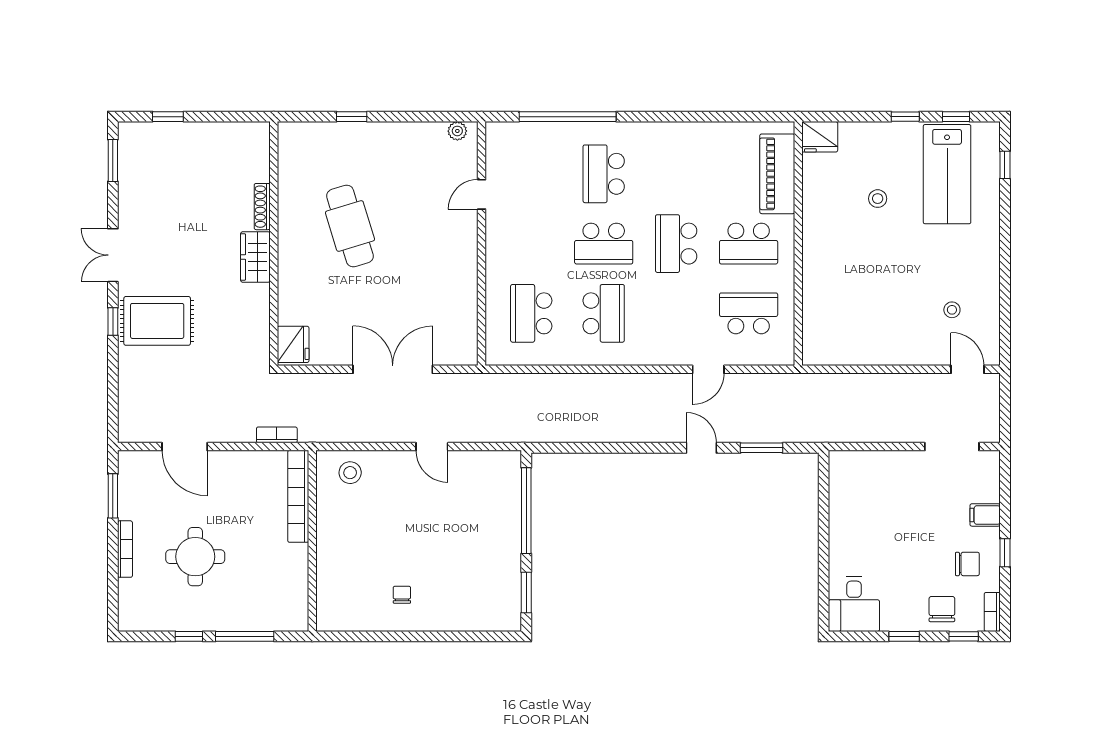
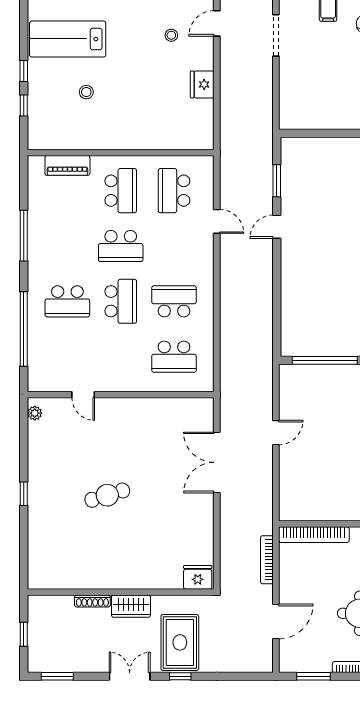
window: (690, 117) -> (24, 236), added
window: (956, 117) -> (24, 105), moved
fridge: (820, 137) -> (202, 84), moved, turned 180
piano: (777, 174) -> (67, 165), width x0.73, depth x0.75
lab bench: (947, 174) -> (68, 39), turned 180
shoe rack: (262, 207) -> (92, 601), moved
cafe table: (350, 226) -> (107, 495), width x0.73, depth x0.74
wall: (274, 244) -> (121, 592), moved
double door: (113, 255) -> (130, 676), swing flipped
wardrobe: (255, 257) -> (131, 606), moved
fridge: (293, 344) -> (198, 577), moved
bookcase: (277, 435) -> (267, 560), width x1.56
stool: (350, 473) -> (296, 495), removed

